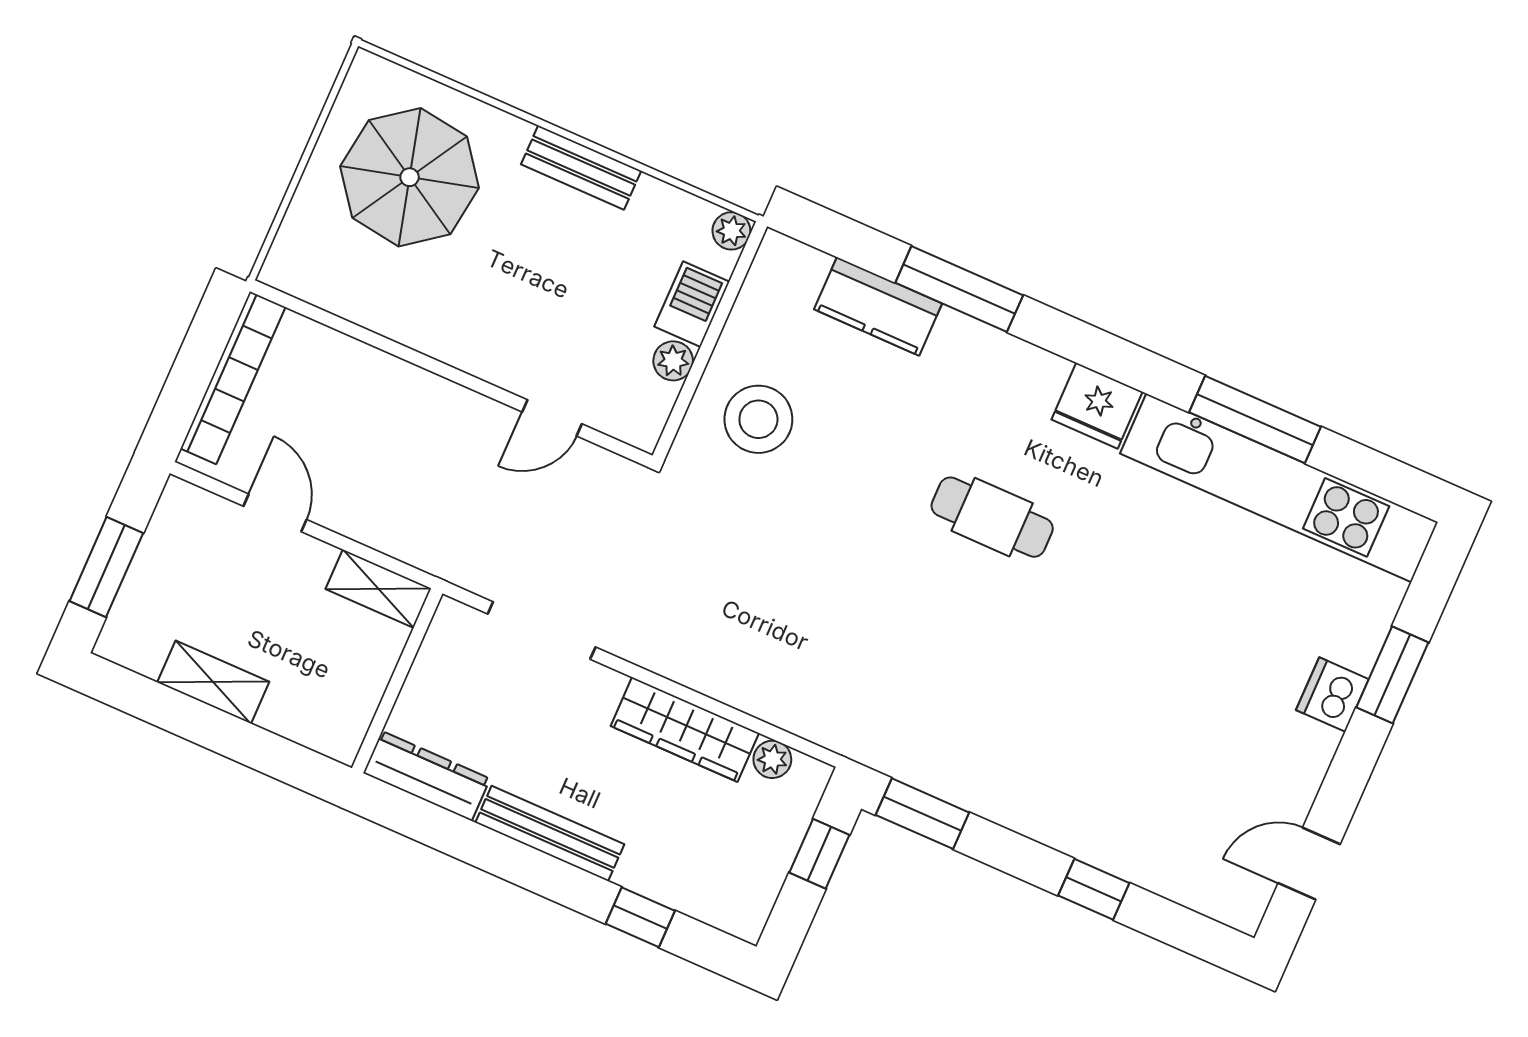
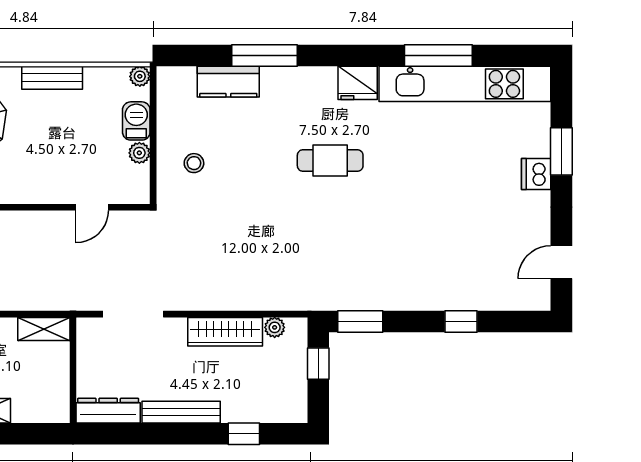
stool: (758, 419) -> (194, 163), width x0.53, depth x0.53

